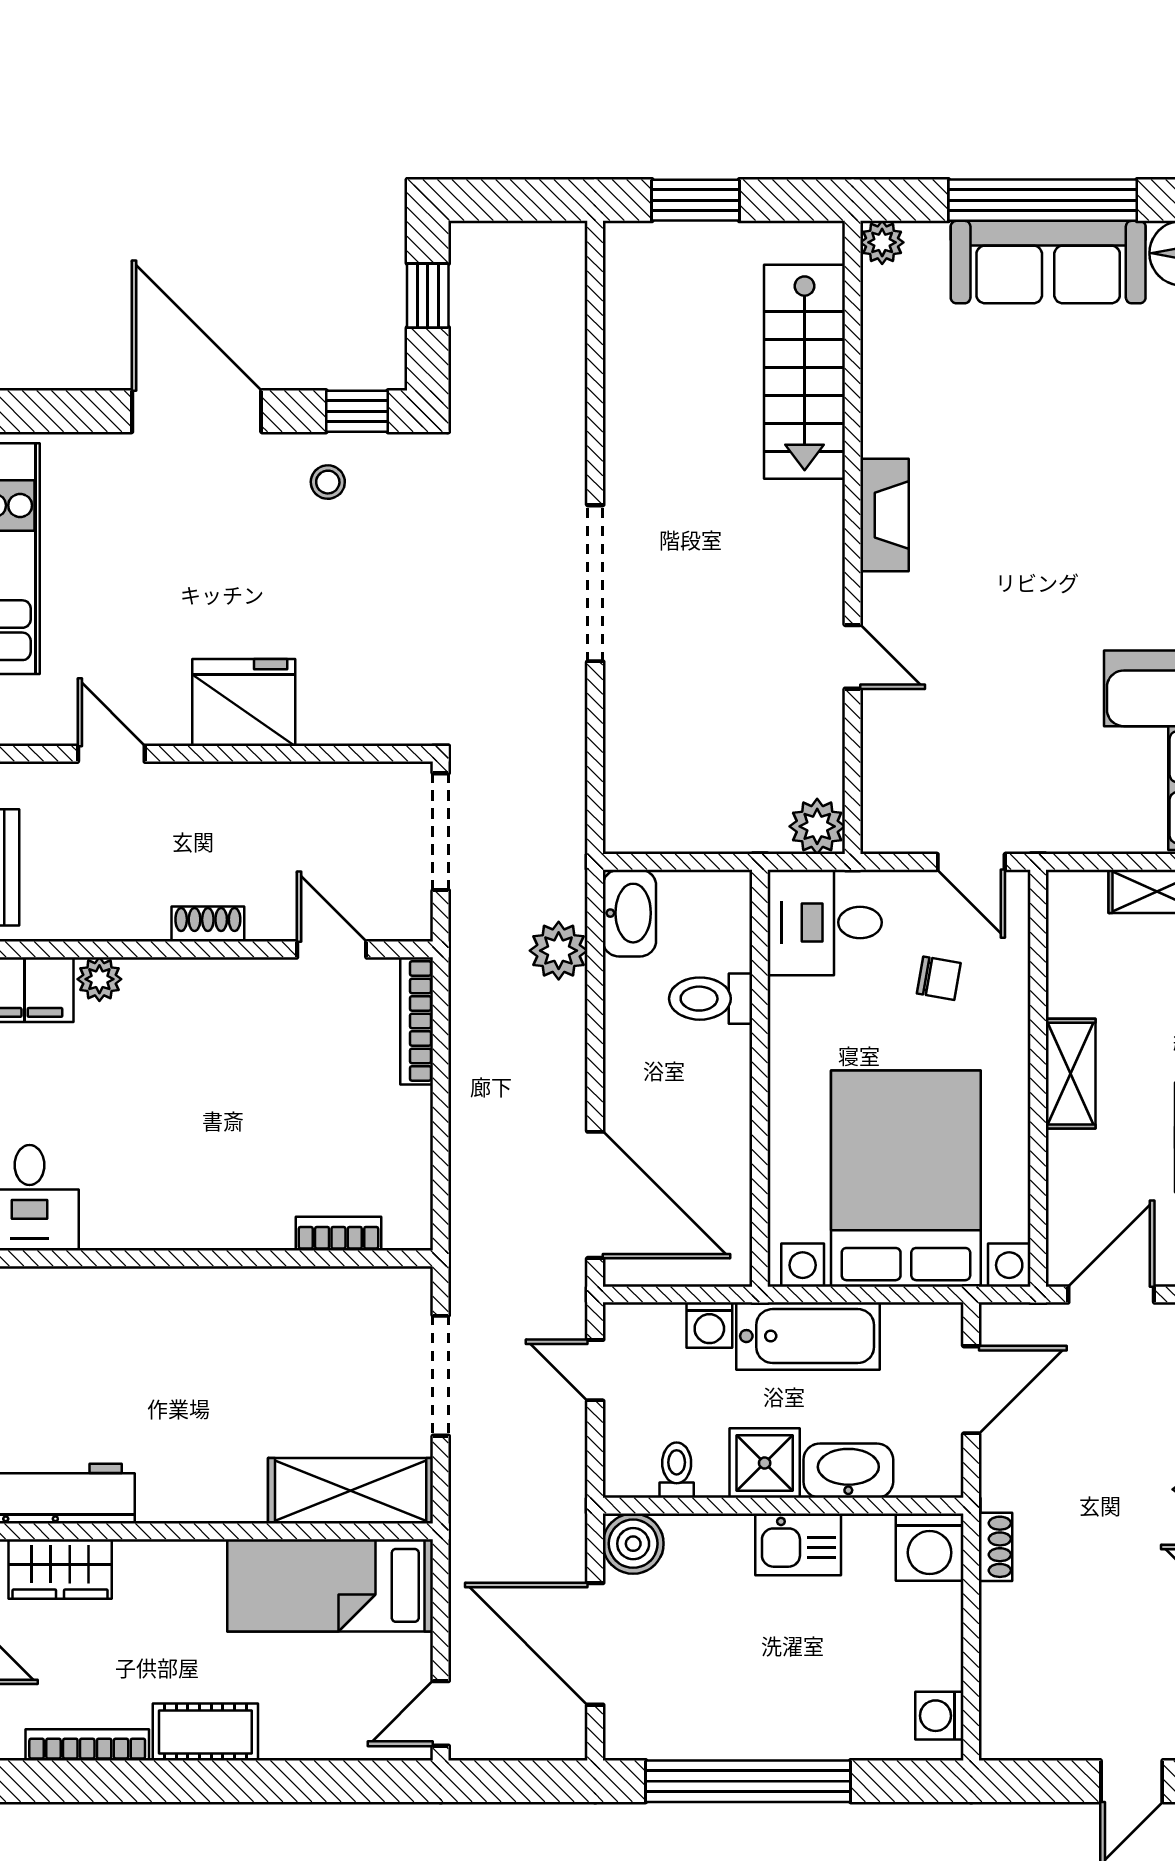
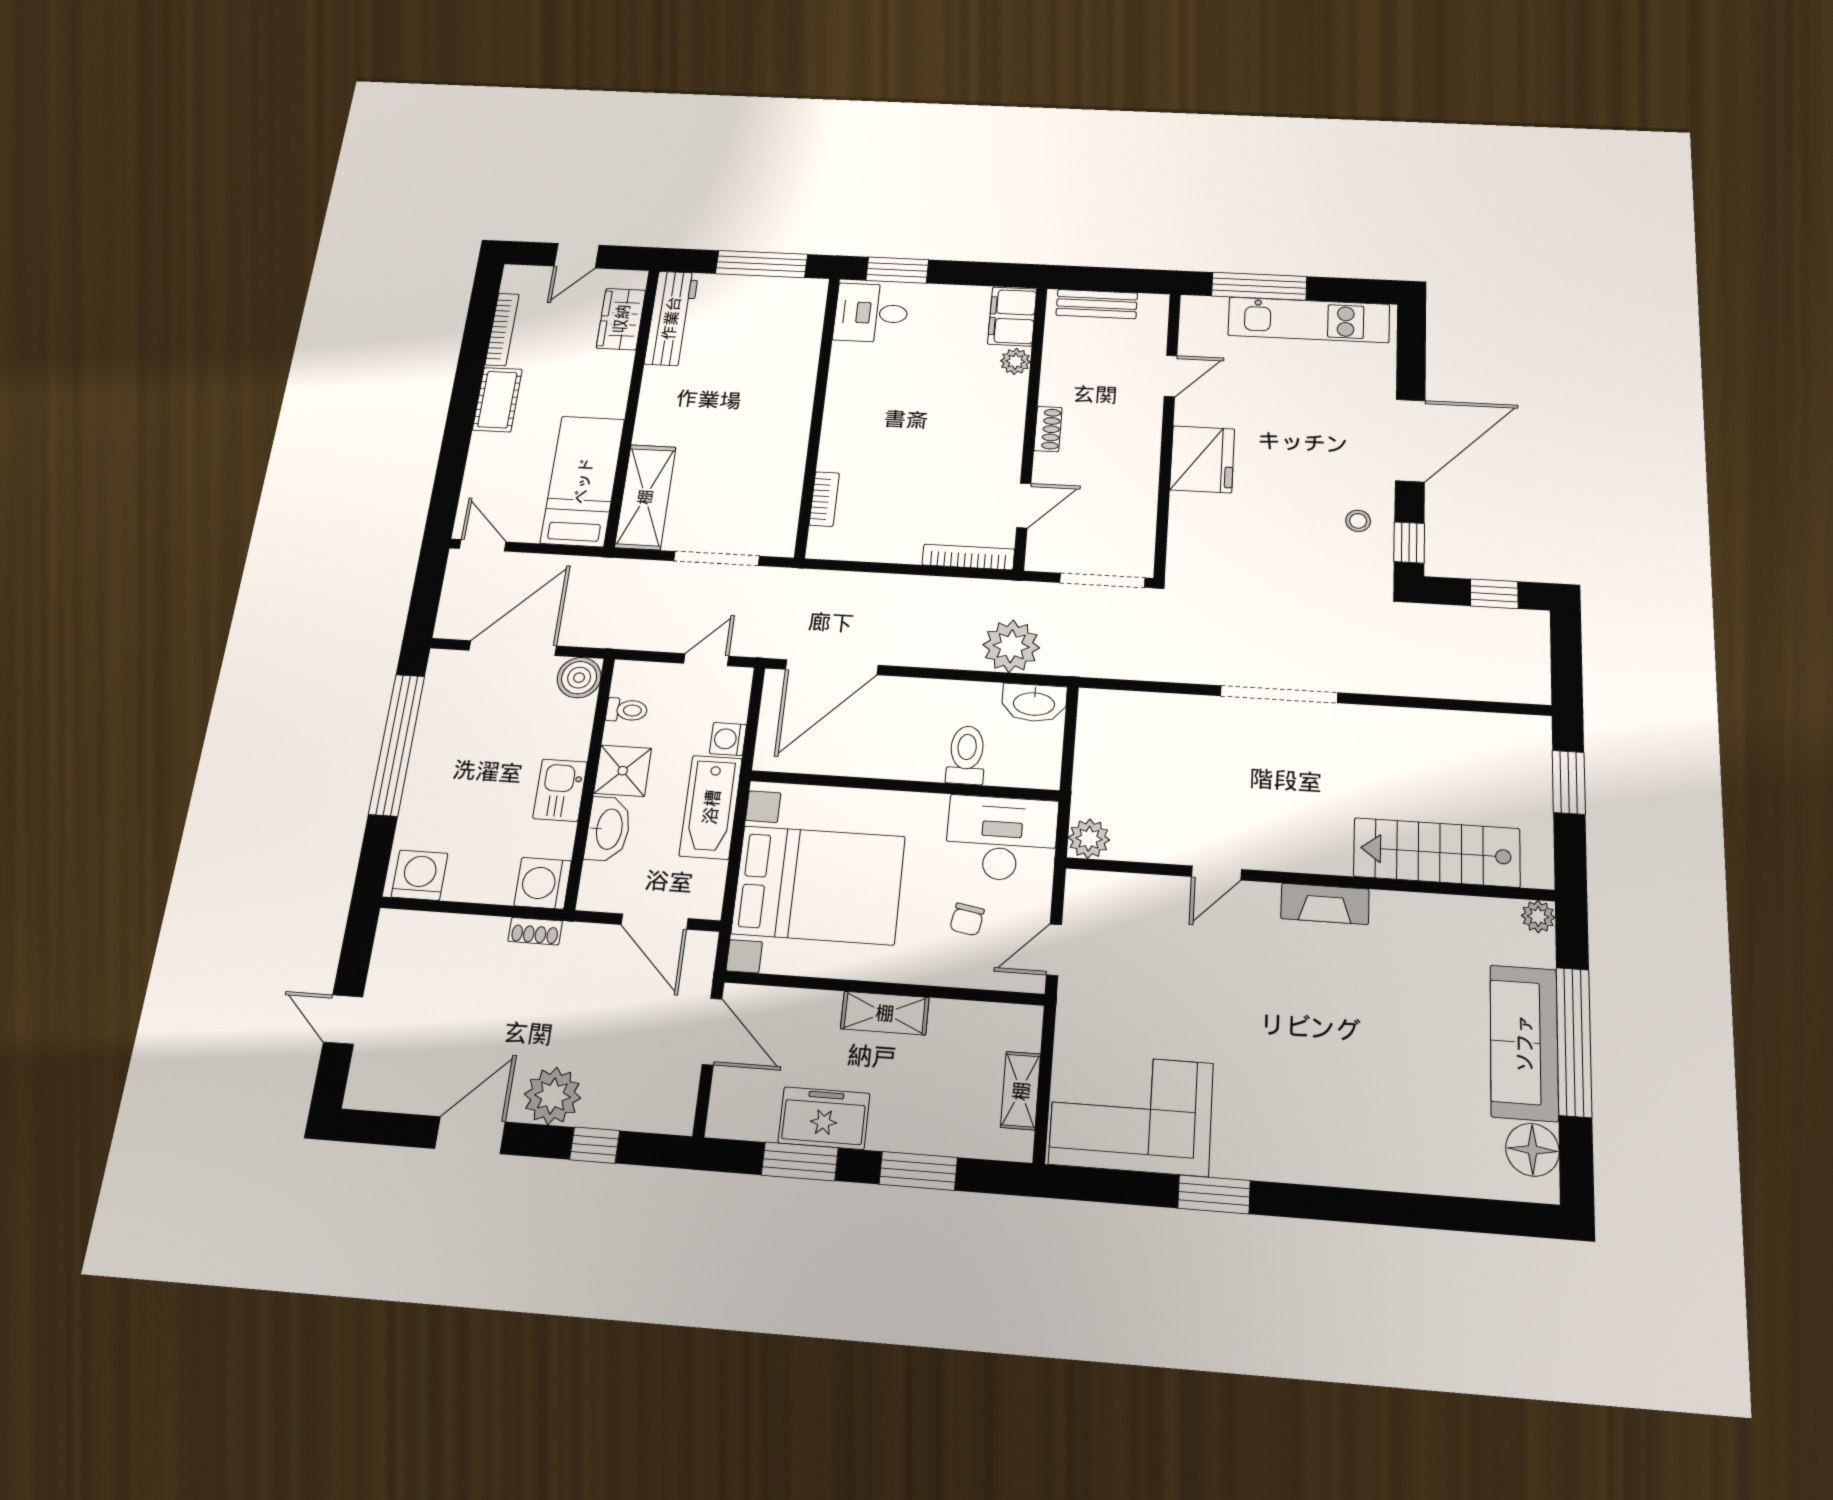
desk: (825, 922) -> (1001, 838), width x1.37
plant: (559, 951) -> (1011, 646), width x1.36, depth x1.36
washing machine: (939, 1716) -> (419, 875), width x1.38, depth x1.38

